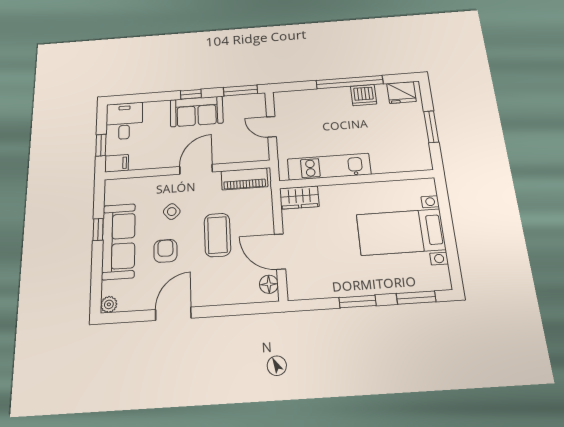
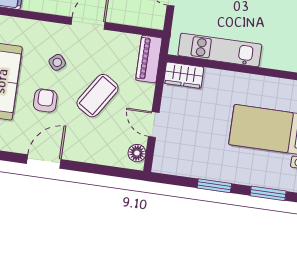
piano: (244, 179) -> (149, 59), moved, turned 90
coffee table: (217, 235) -> (98, 96), turned 33
door: (280, 252) -> (154, 125), width x0.73

